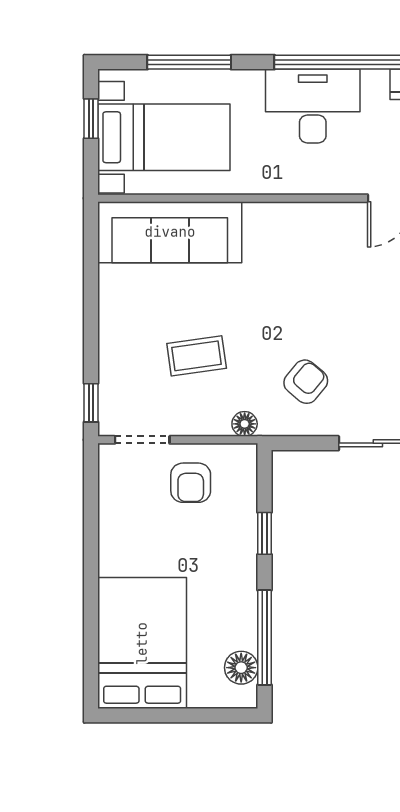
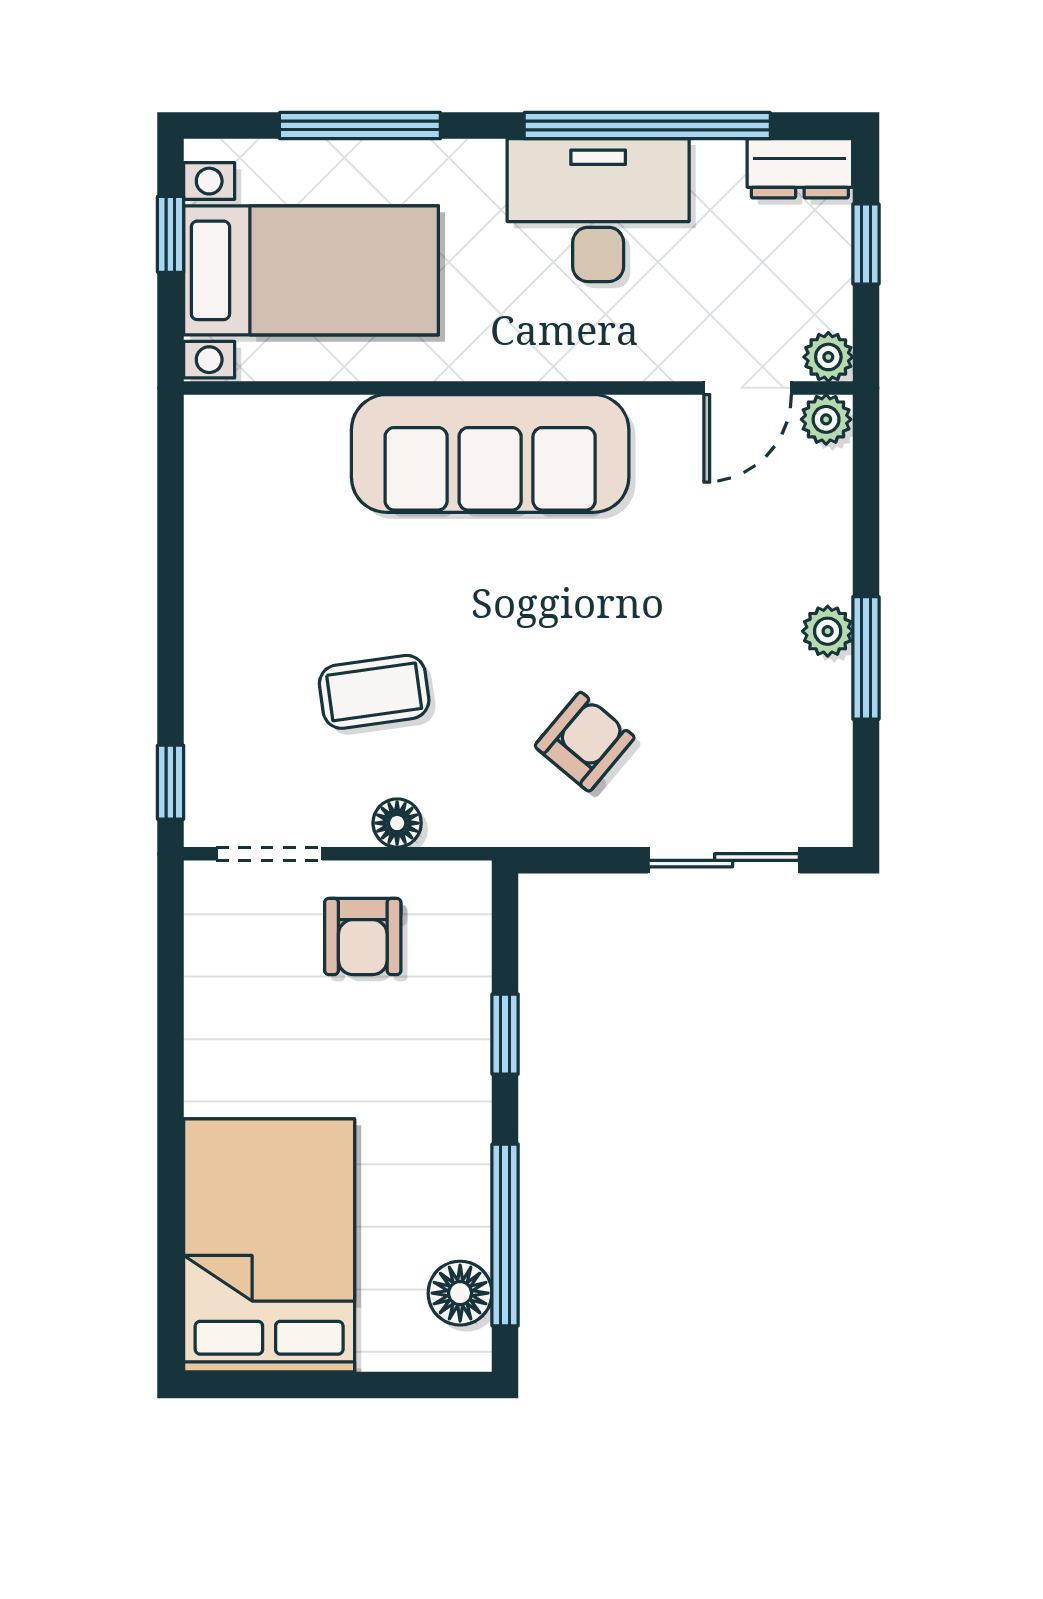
sofa: (170, 232) -> (490, 453), moved
floor lamp: (245, 424) -> (397, 823), moved

